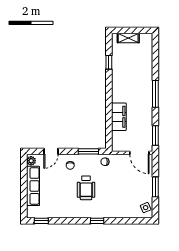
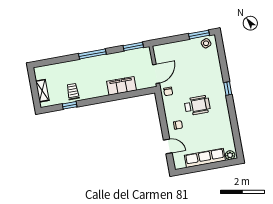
trolley: (122, 68) -> (73, 92), added
window: (88, 151) -> (161, 110), removed
door: (139, 153) -> (156, 74), moved
plant: (31, 161) -> (230, 155), moved
window: (155, 187) -> (199, 35), moved
window: (41, 221) -> (238, 143), removed

